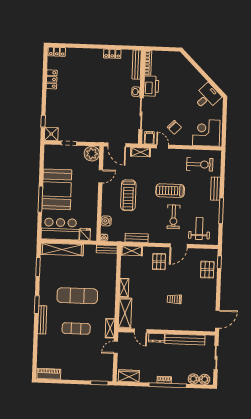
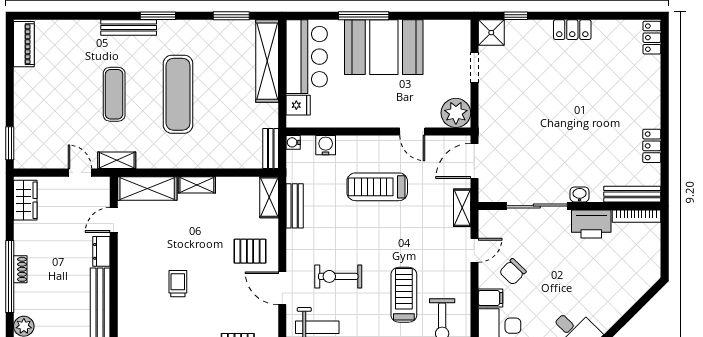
locker: (52, 79) -> (572, 30), moved
filing cabinet: (149, 138) -> (491, 298), moved
treadmill: (170, 191) -> (404, 295), moved

